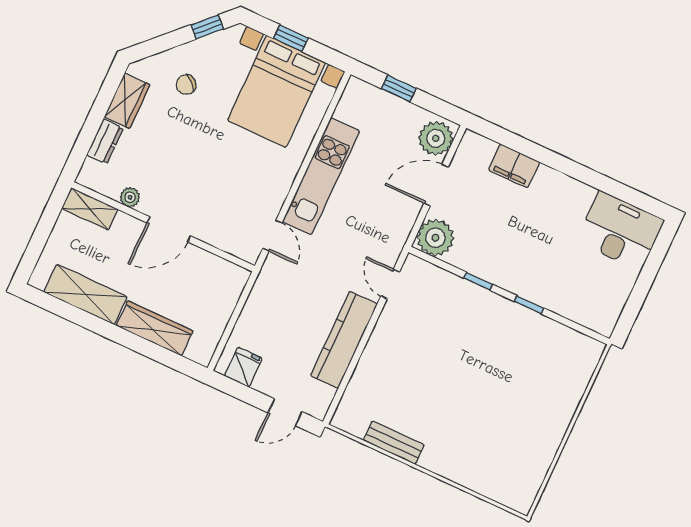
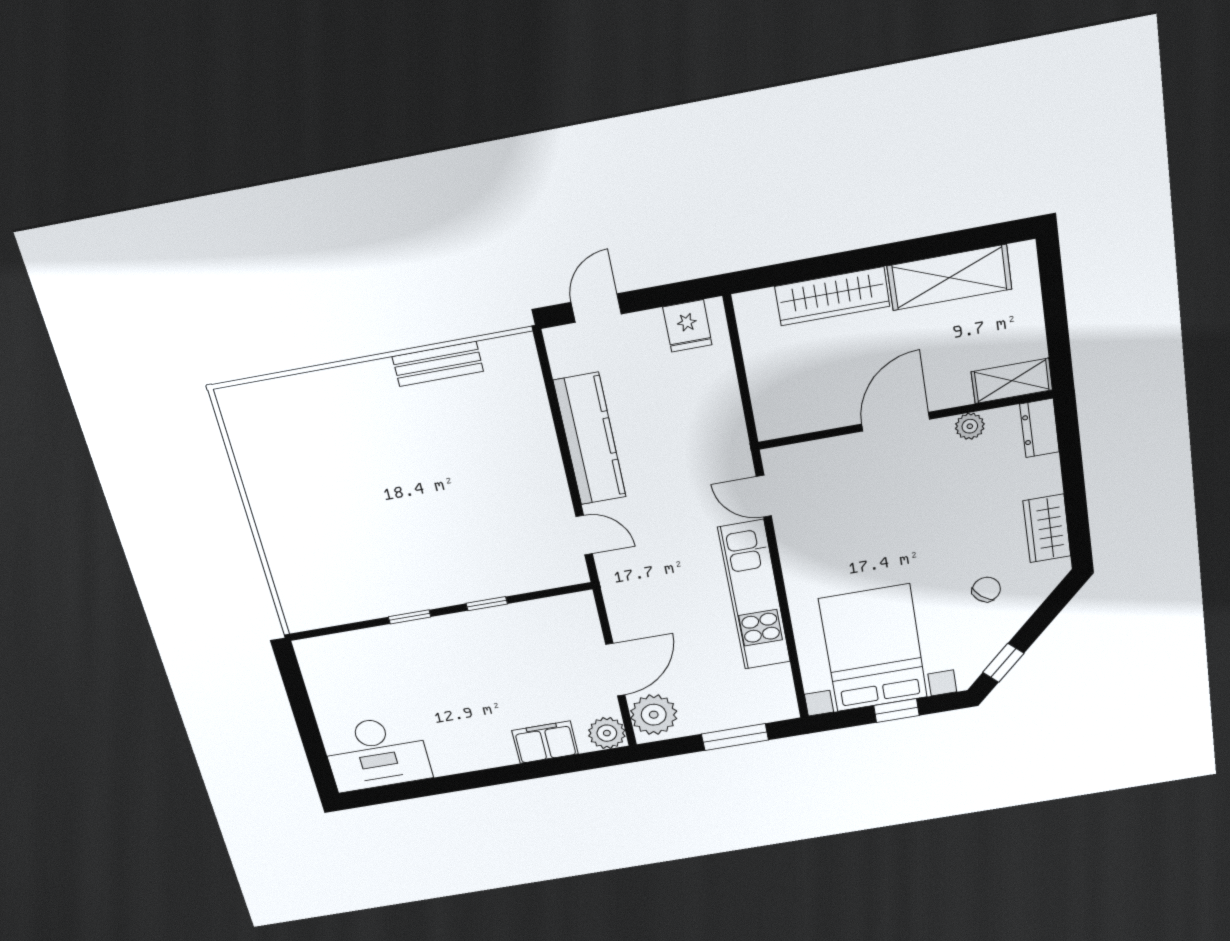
window: (399, 88) -> (735, 737), width x1.50
dresser: (105, 142) -> (1040, 428), moved
plant: (435, 238) -> (607, 733), moved, width x0.73, depth x0.73

